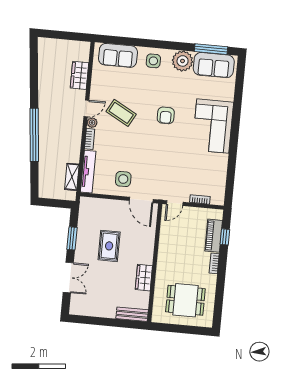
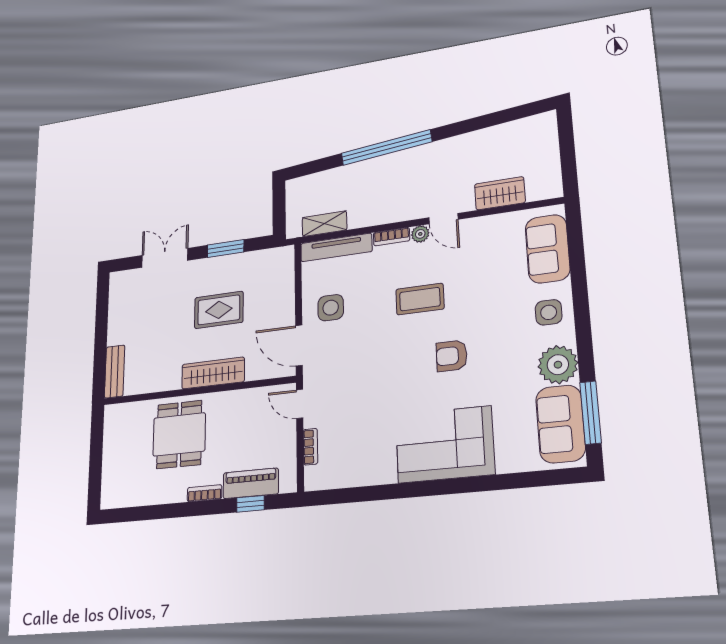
coffee table: (121, 113) -> (420, 299), moved, turned 61
door: (141, 200) -> (299, 346), hinge flipped
double door: (68, 277) -> (165, 258), swing flipped
wardrobe: (144, 278) -> (213, 373), moved, width x1.50
dining table: (185, 300) -> (179, 434), moved

